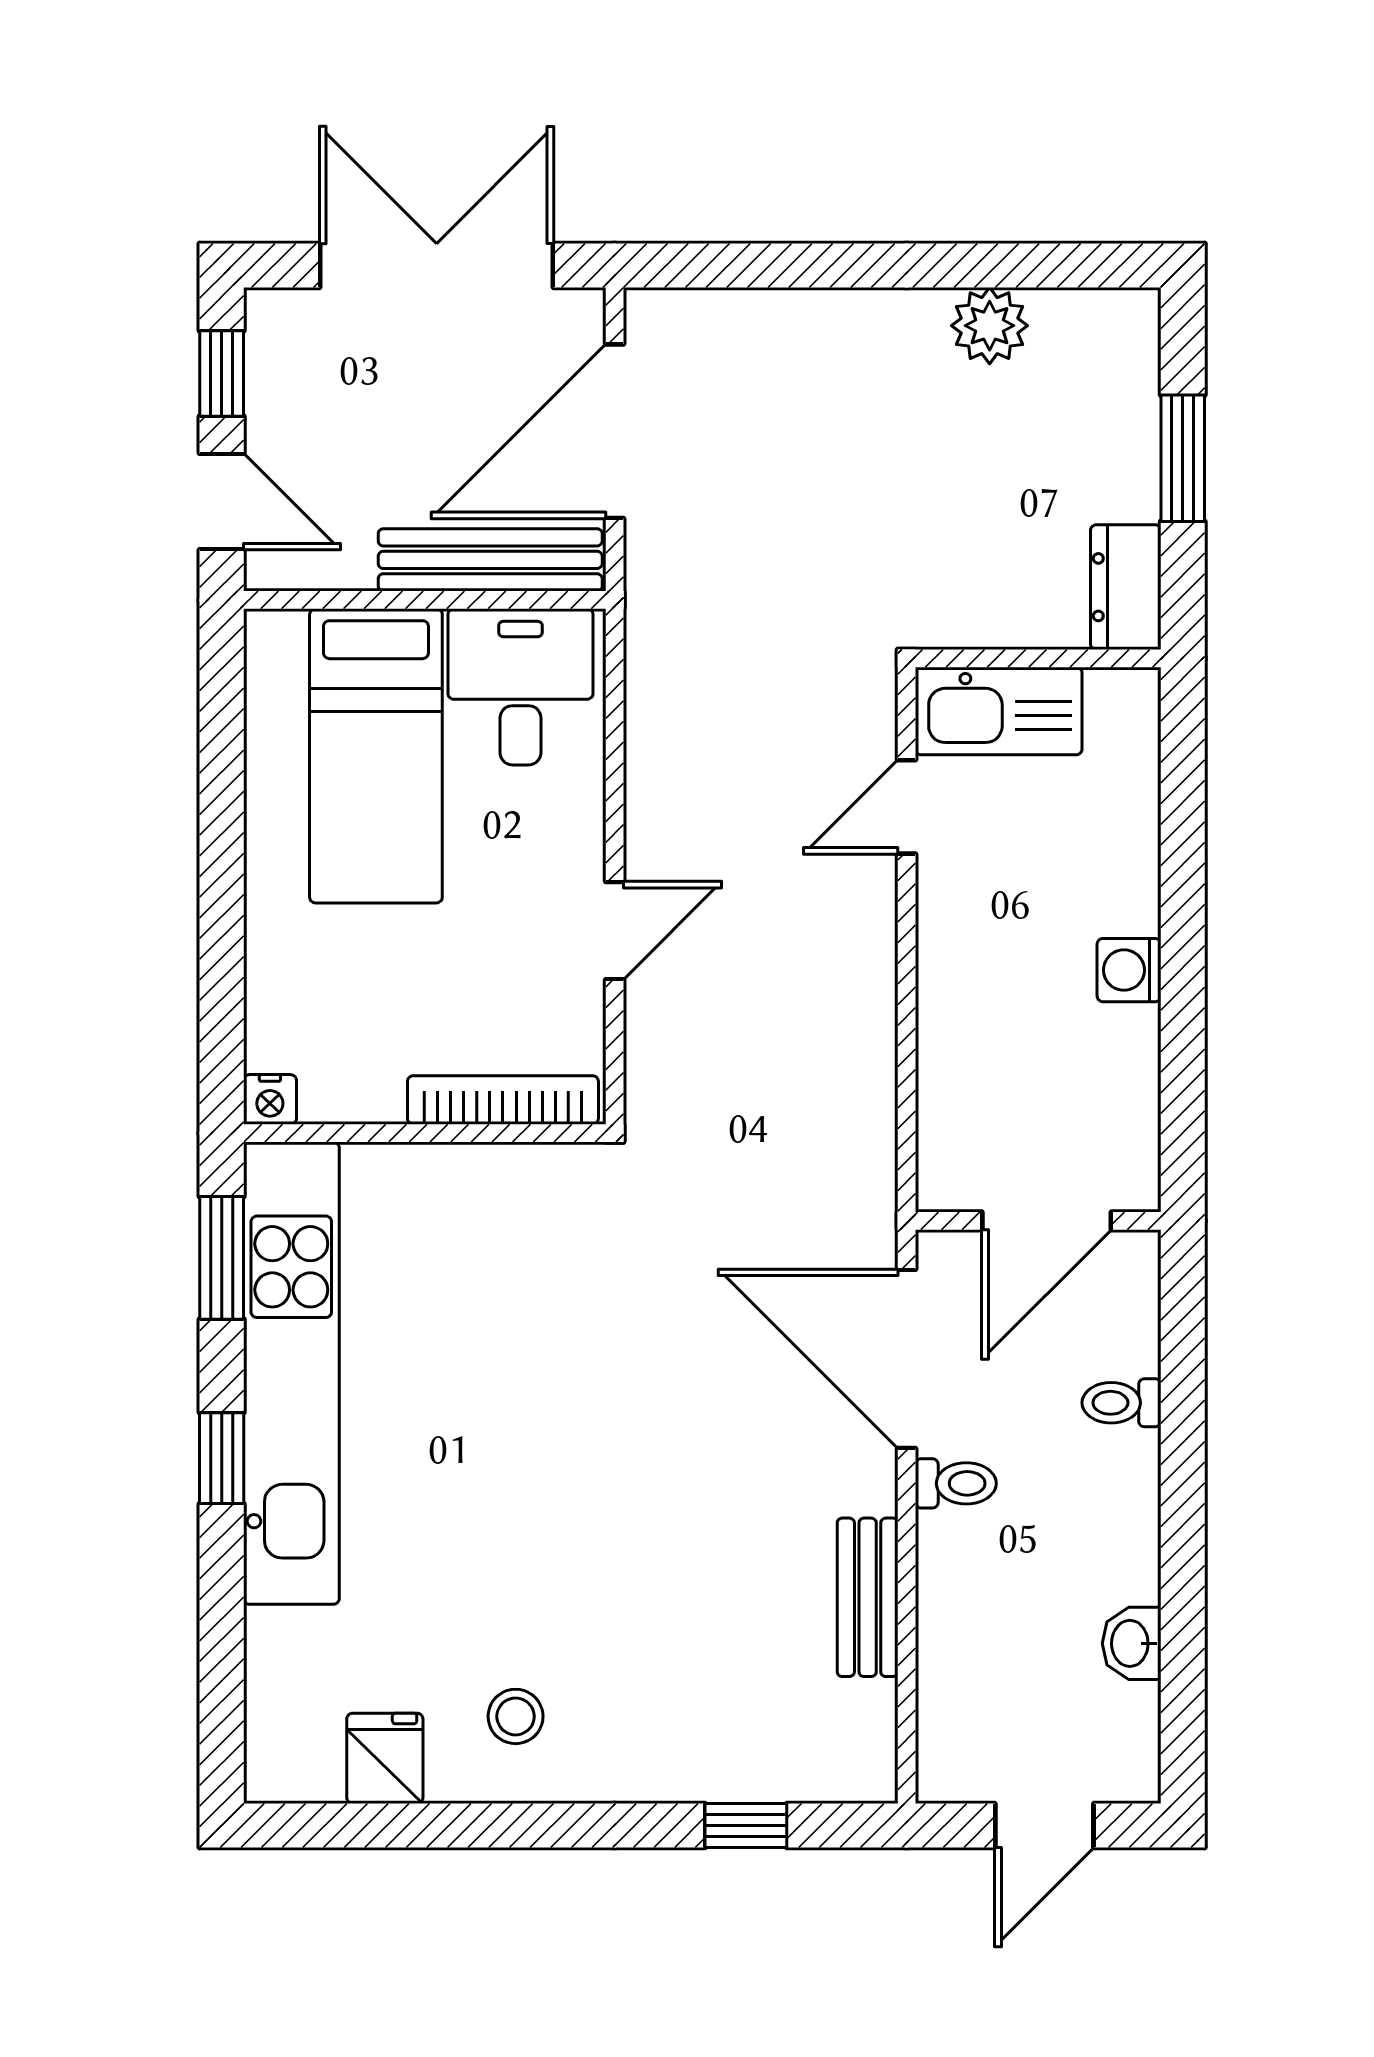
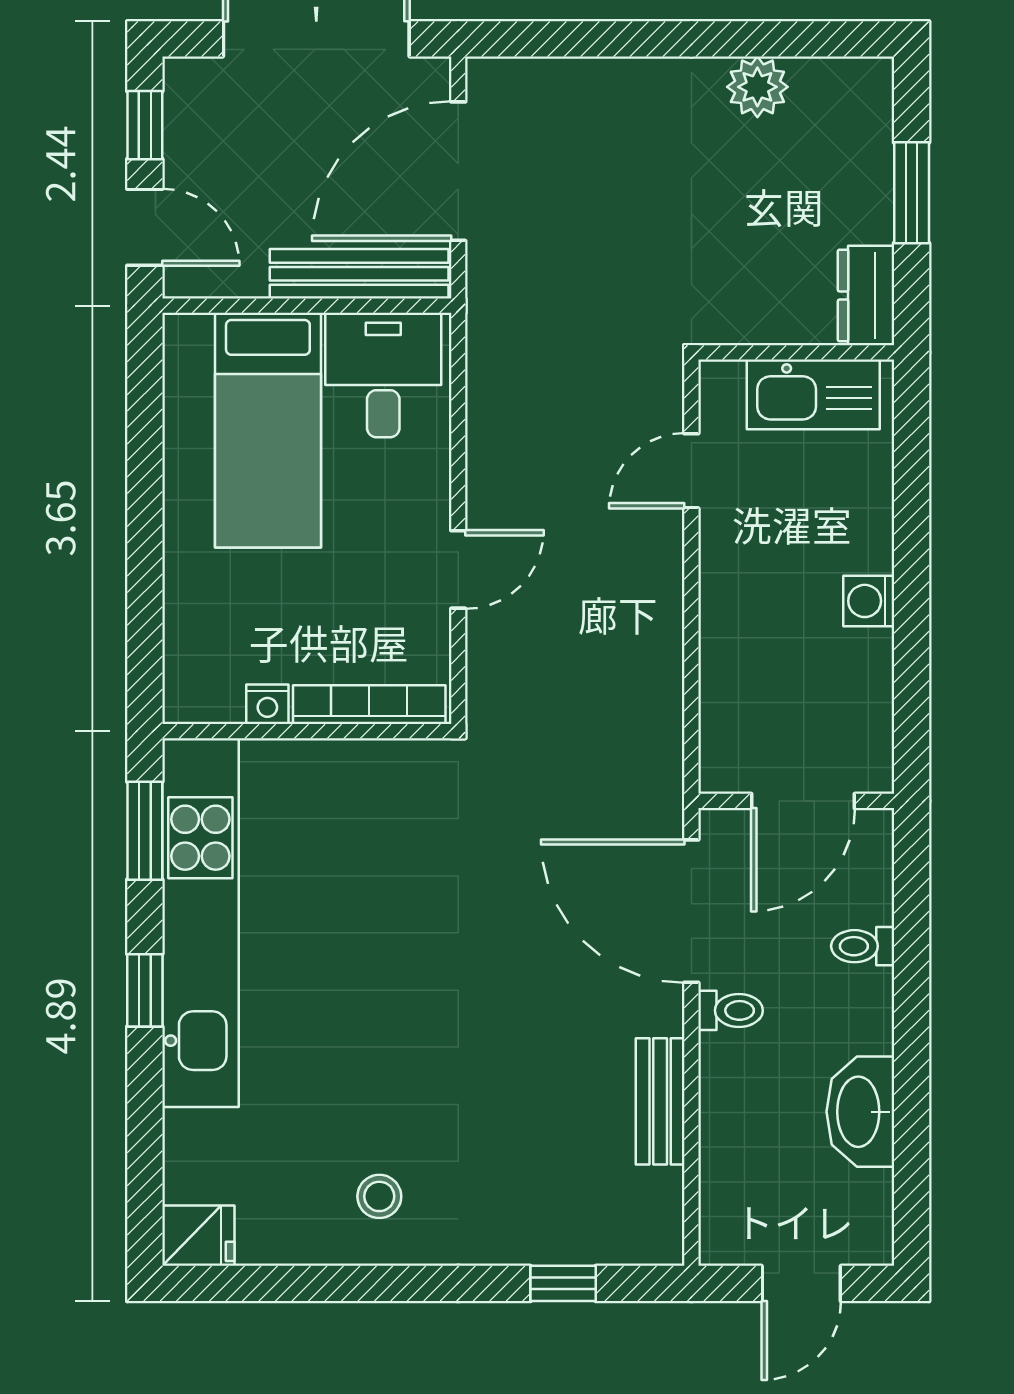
kitchen sink: (999, 711) -> (813, 394), moved
nightstand: (270, 1099) -> (267, 704), moved
washbasin: (1132, 1643) -> (860, 1112), width x1.91, depth x1.45
fridge: (385, 1758) -> (198, 1236), moved, turned 90

